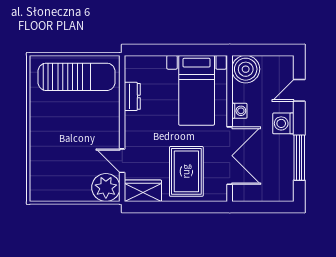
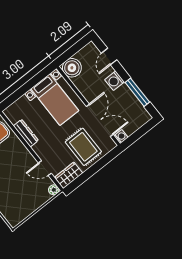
dresser: (132, 96) -> (26, 133), width x1.44
washing machine: (239, 111) -> (121, 137), moved
plant: (106, 187) -> (54, 190), width x0.53, depth x0.53

